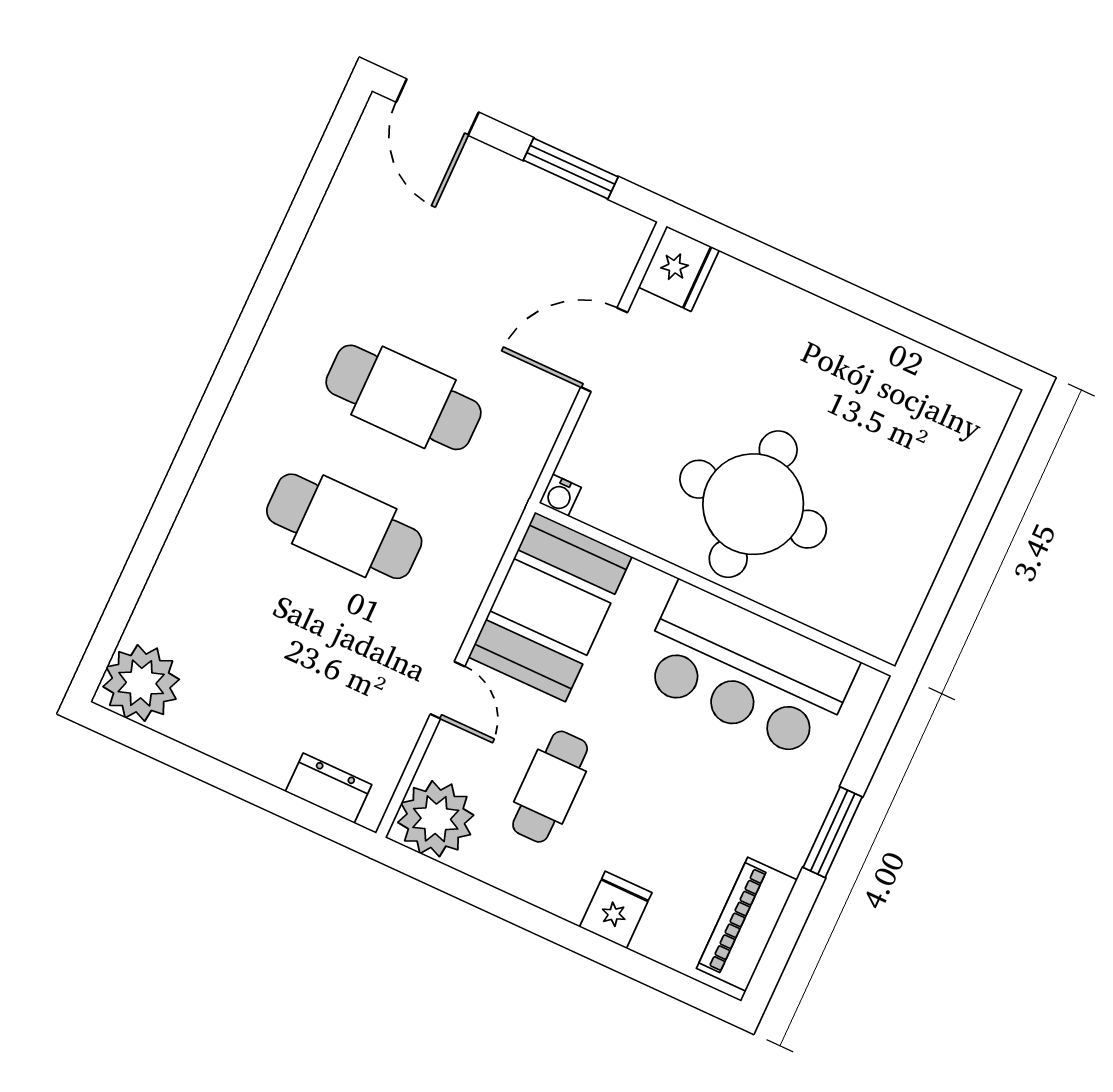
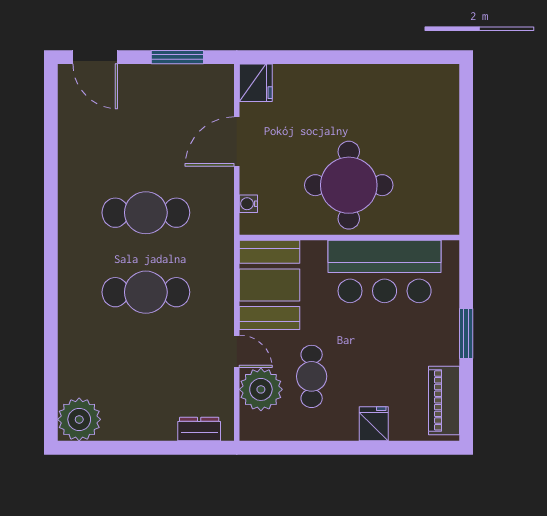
water cooler: (560, 495) -> (248, 204), moved, turned 90
plant: (436, 819) -> (261, 389), moved

